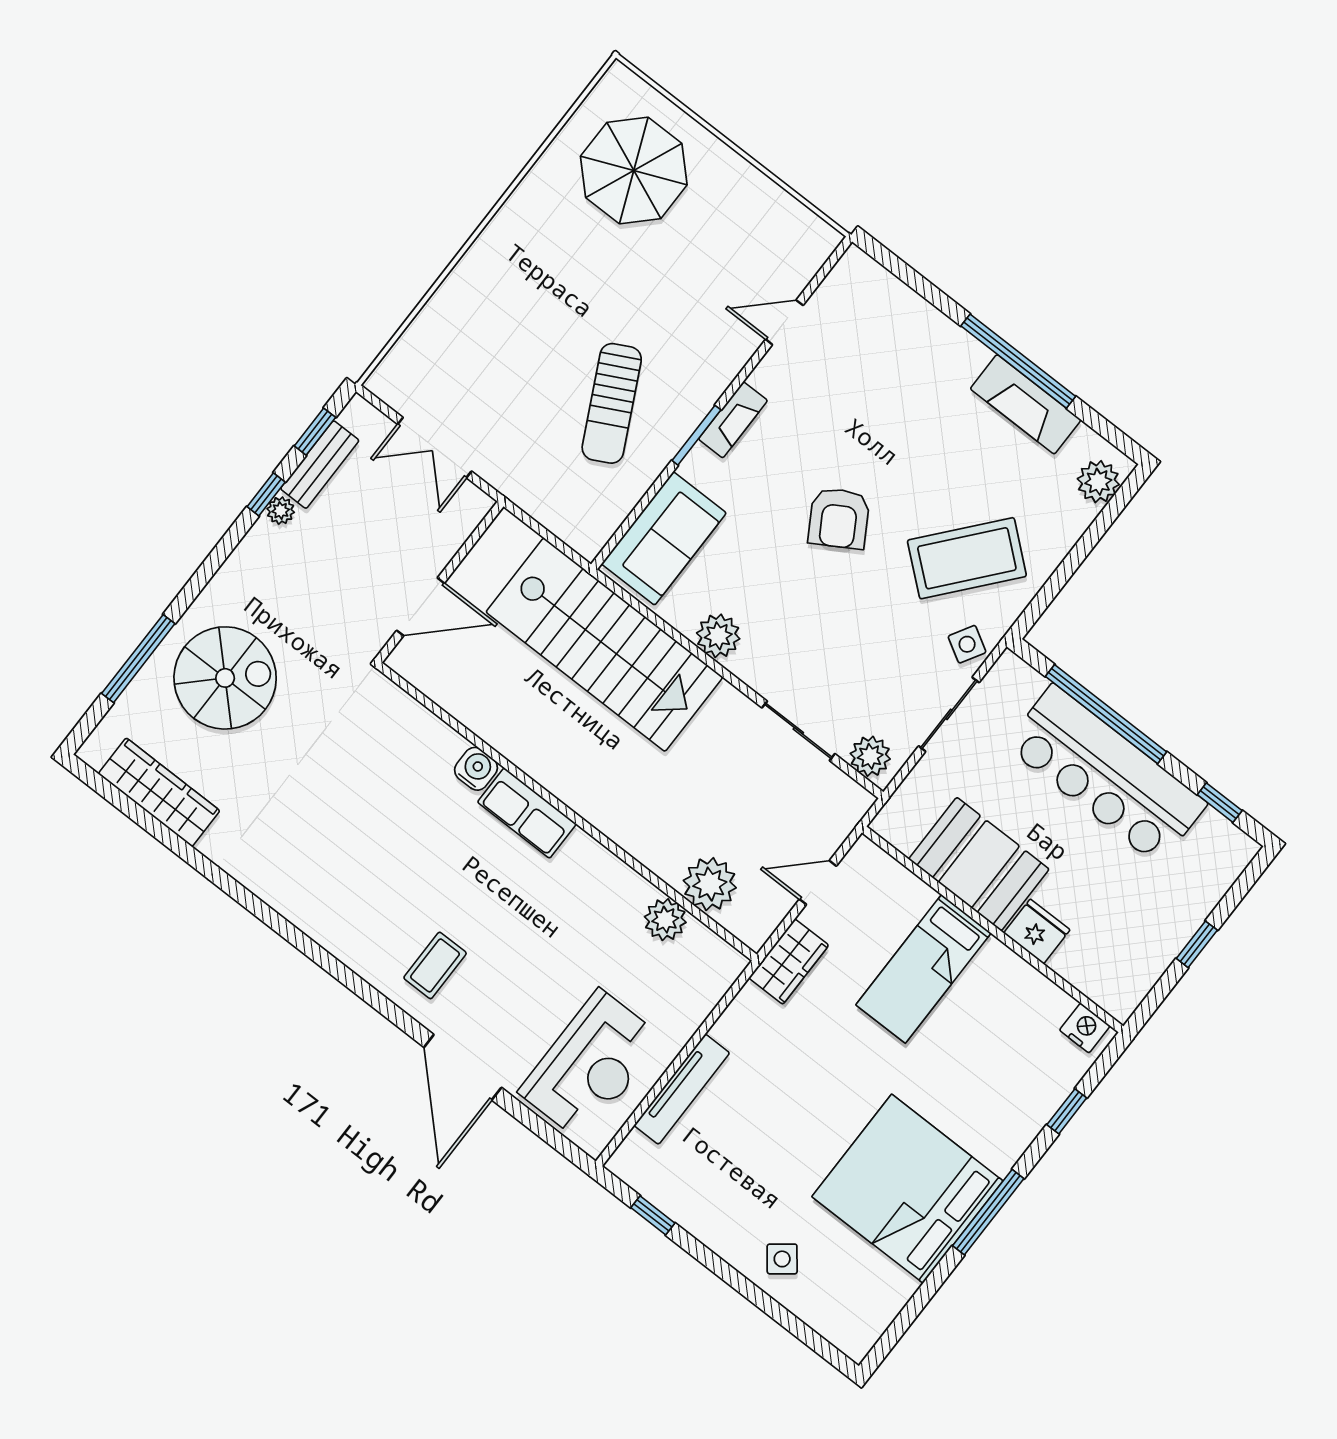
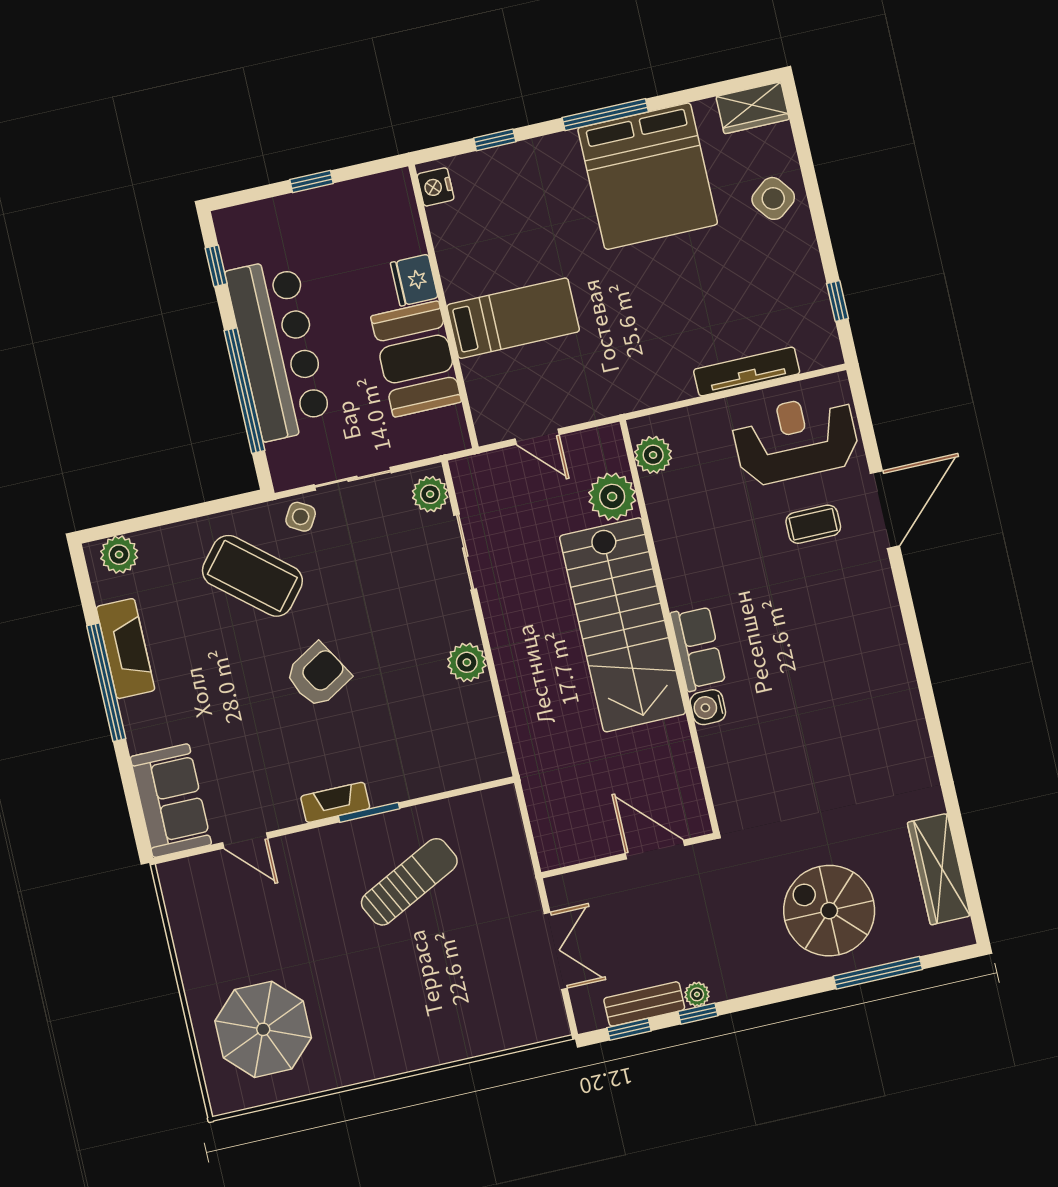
sofa: (664, 538) -> (171, 801), moved, turned 90
stairs: (604, 645) -> (623, 625), moved, turned 180
plant: (665, 920) -> (653, 455), moved
wardrobe: (789, 962) -> (753, 108), moved, turned 180
coffee table: (435, 965) -> (813, 524), moved
side table: (782, 1259) -> (773, 198), width x1.37, depth x1.37

